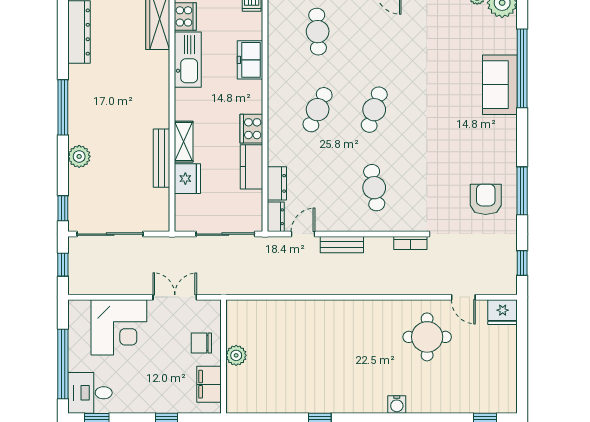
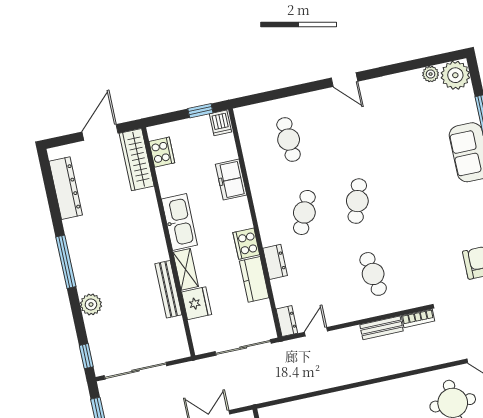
kitchen sink: (188, 60) -> (179, 222), moved
dresser: (277, 183) -> (275, 262), moved
bench: (342, 245) -> (382, 328), moved

